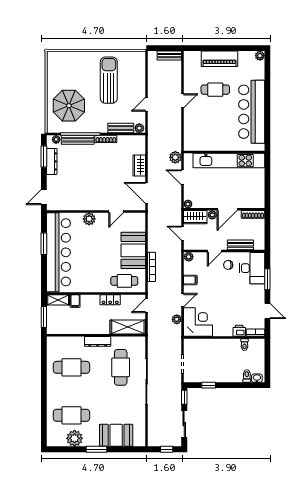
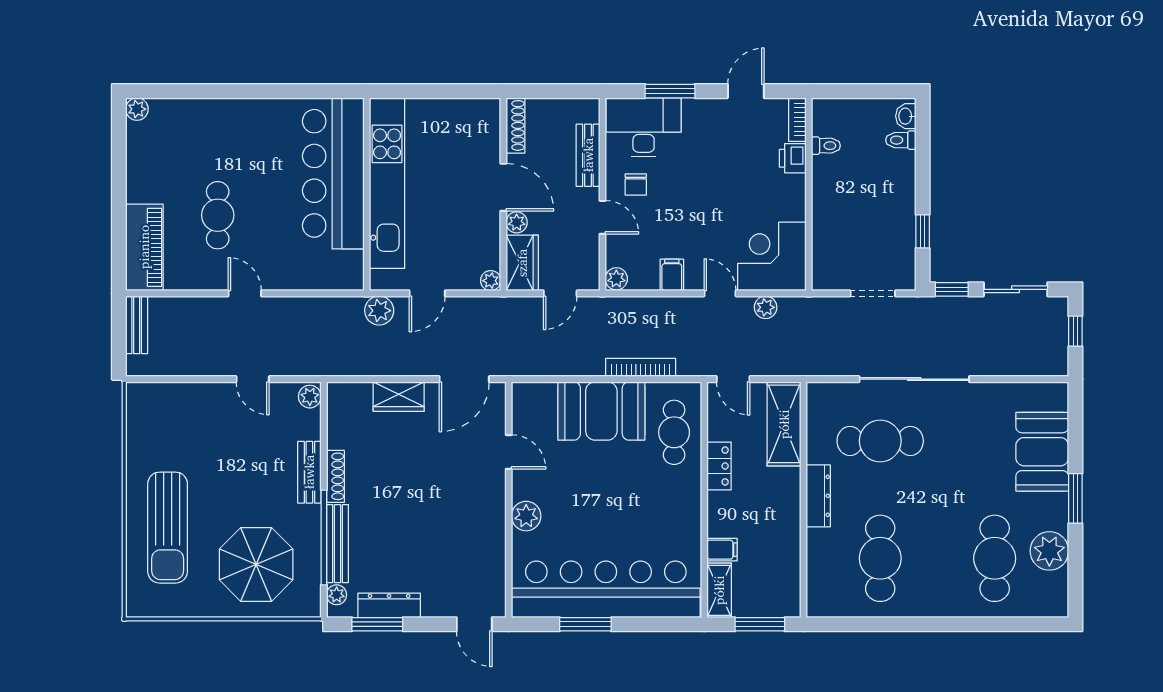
piano: (219, 59) -> (144, 247), moved
sun lounger: (109, 80) -> (168, 528), moved, turned -90
bar counter: (252, 112) -> (333, 173), moved, turned 90
bench: (121, 128) -> (309, 472), moved

